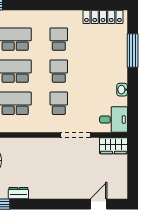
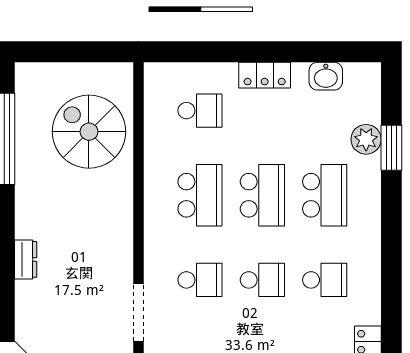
dresser: (18, 193) -> (26, 259), moved

